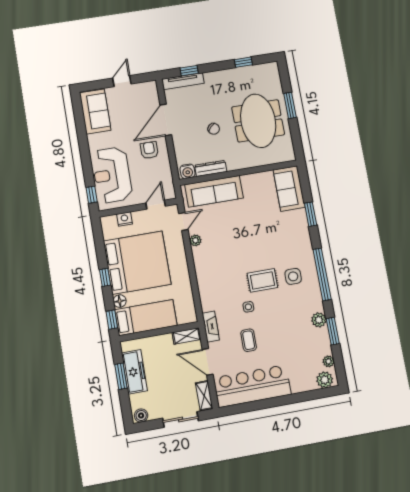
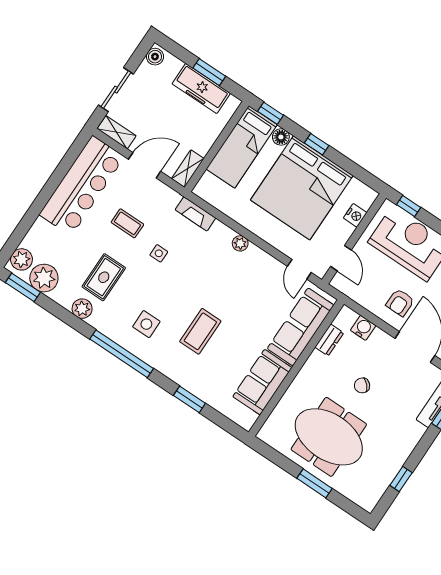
armchair: (149, 150) -> (400, 303), turned 90
dresser: (211, 168) -> (329, 340), width x0.70
water cooler: (188, 171) -> (363, 328), moved, turned 90
sofa: (289, 189) -> (262, 382), moved, turned -90
plant: (195, 240) -> (240, 243), moved
coffee table: (269, 243) -> (200, 331), added
rug: (262, 280) -> (104, 277), moved
fireplace: (211, 327) -> (195, 214), moved
window: (333, 331) -> (23, 287), moved
plant: (328, 361) -> (44, 278), width x1.88, depth x1.88

